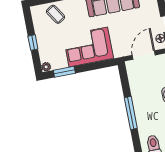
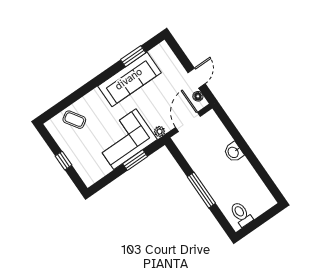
plant: (46, 67) -> (160, 131), moved
window: (64, 72) -> (135, 160), moved

